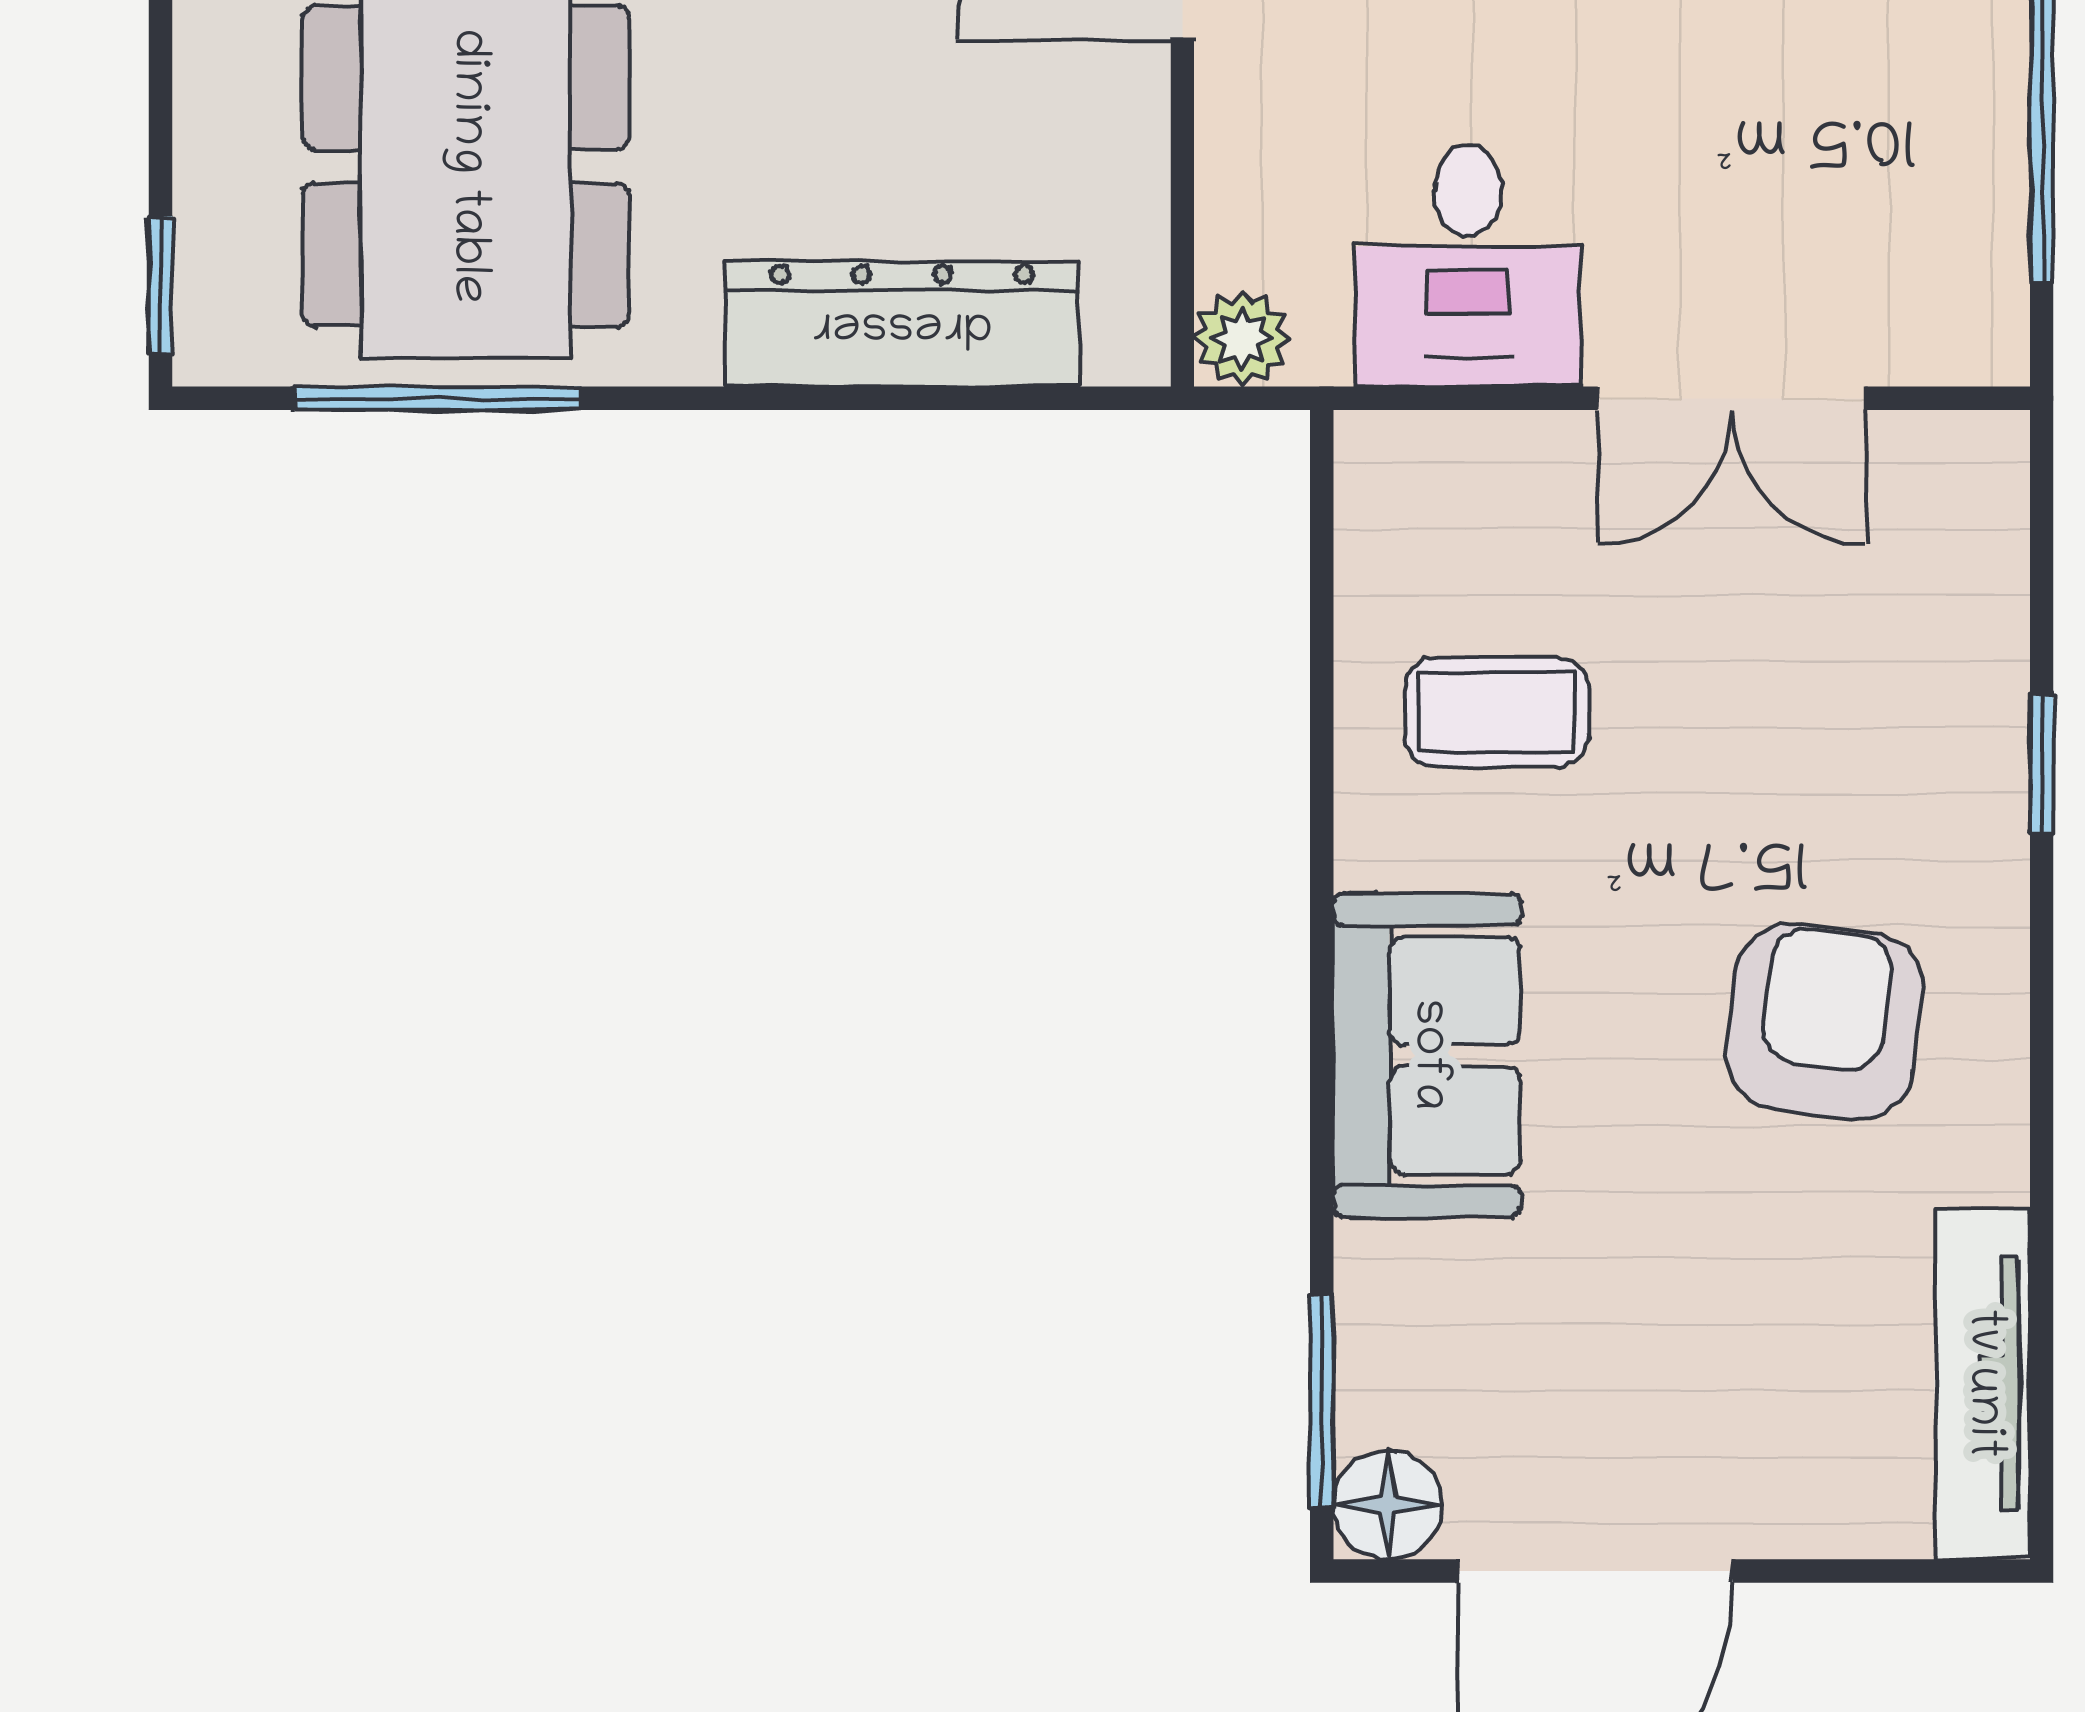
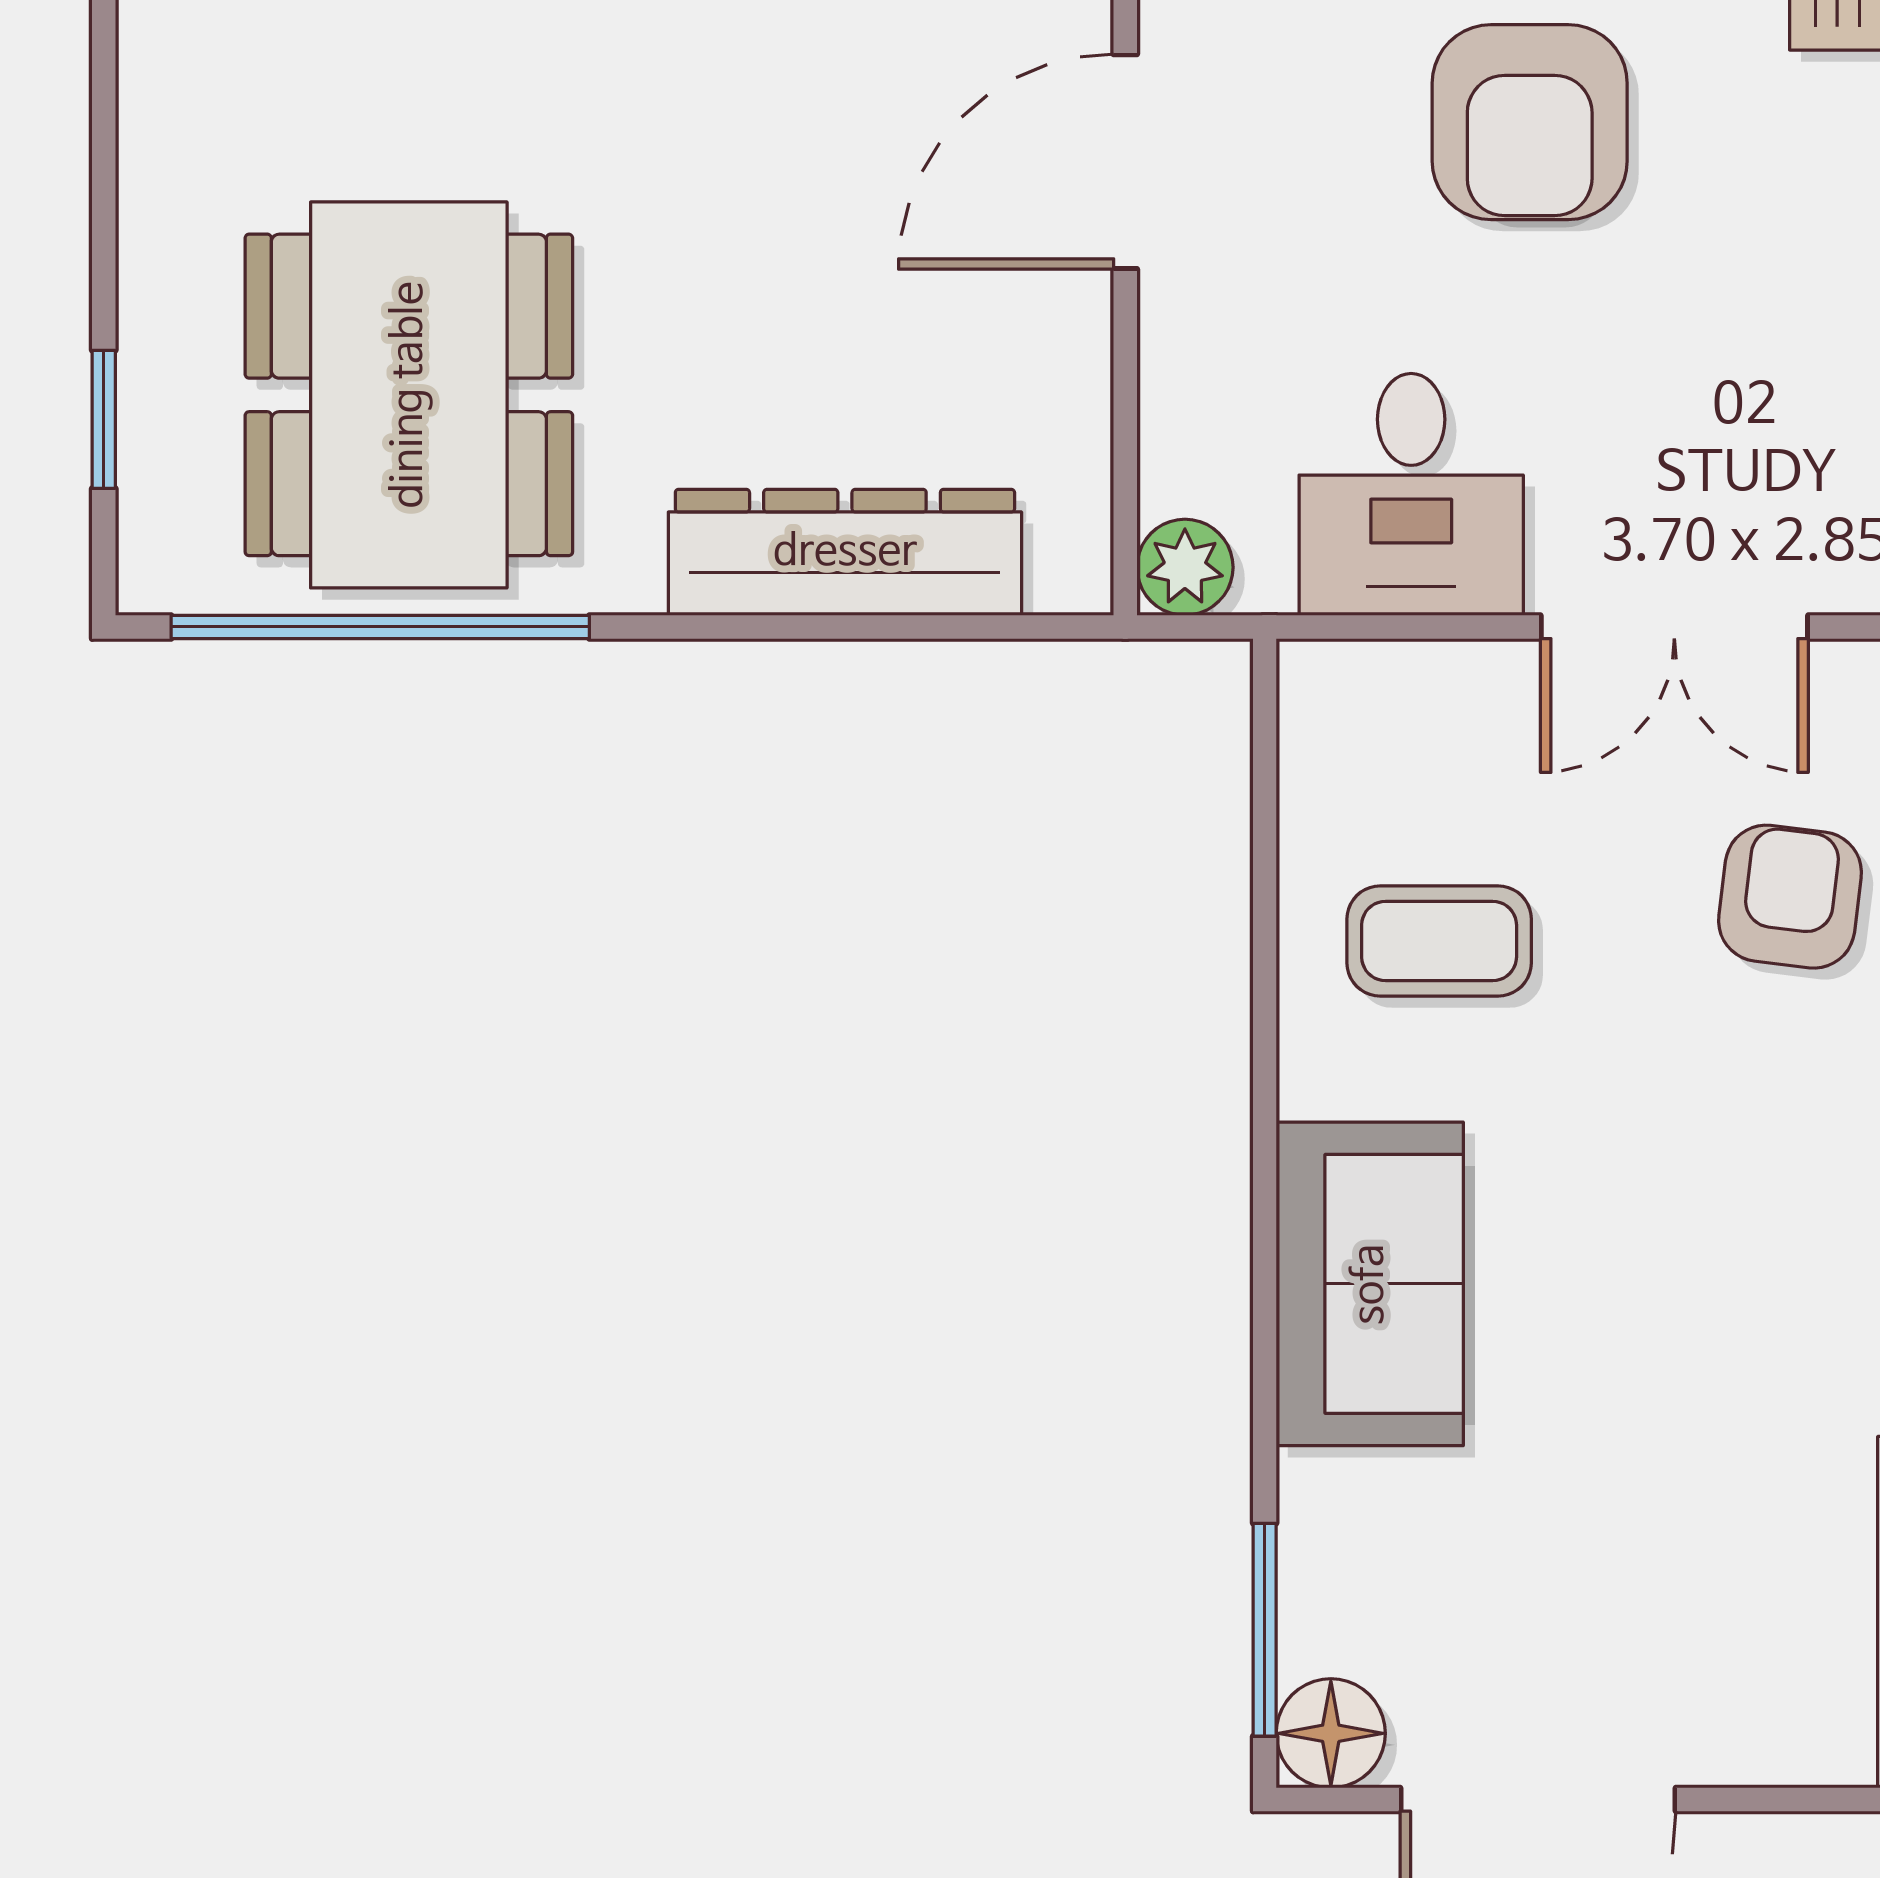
window: (161, 285) -> (104, 419), moved
window: (437, 398) -> (380, 627), width x1.46
armchair: (1825, 1022) -> (1790, 897), moved, width x0.72, depth x0.72

